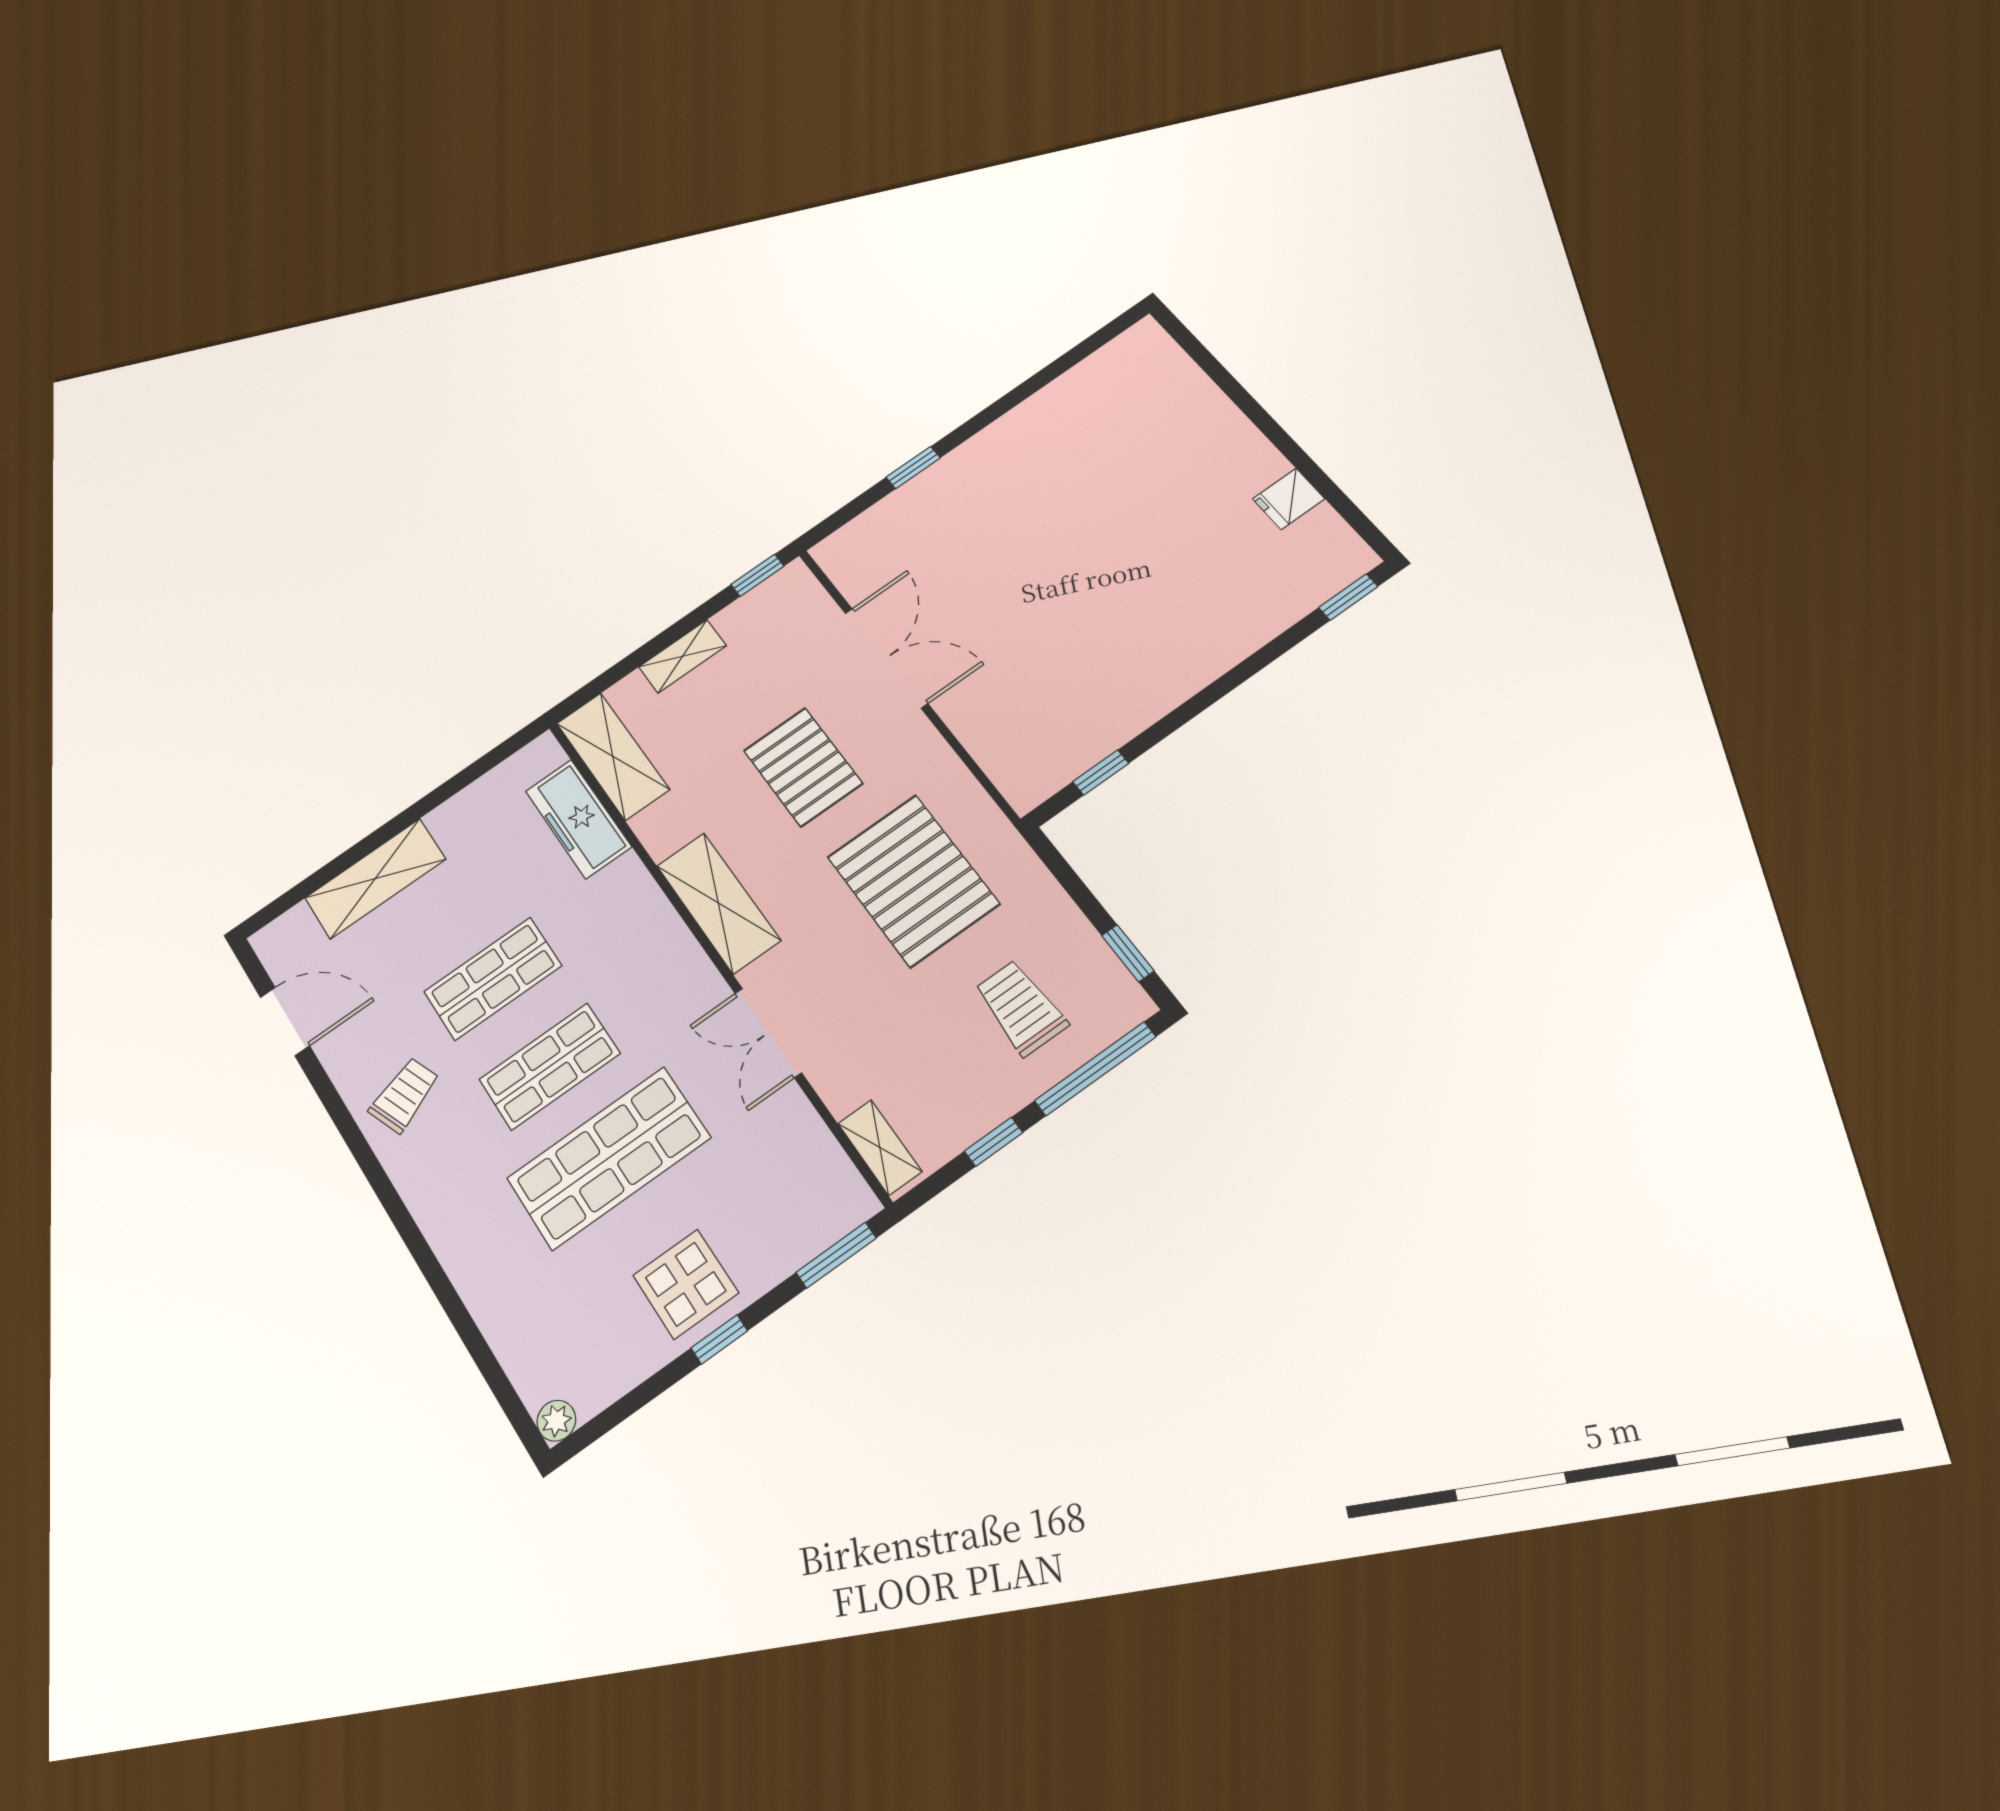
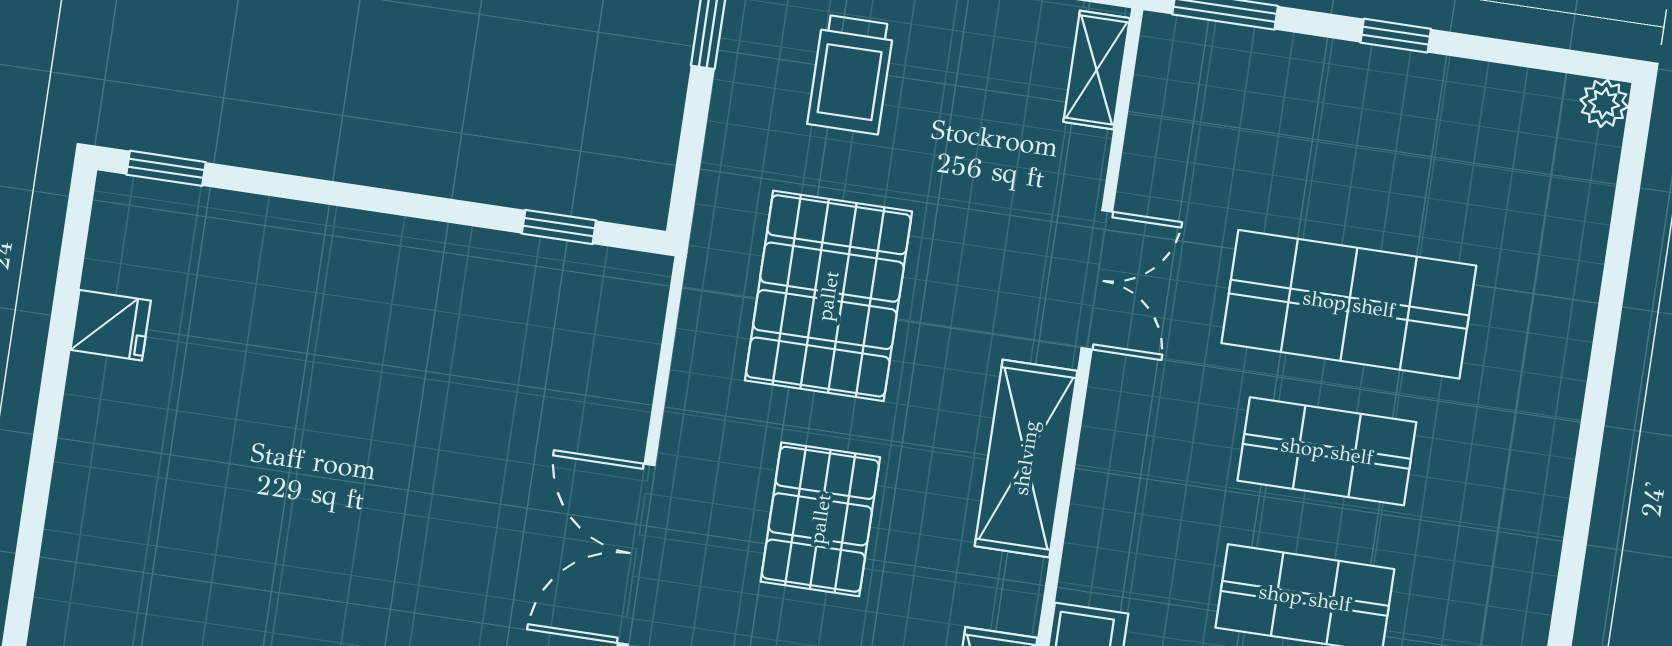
trolley: (404, 1095) -> (1488, 561), removed
display table: (686, 1284) -> (1382, 115), removed

